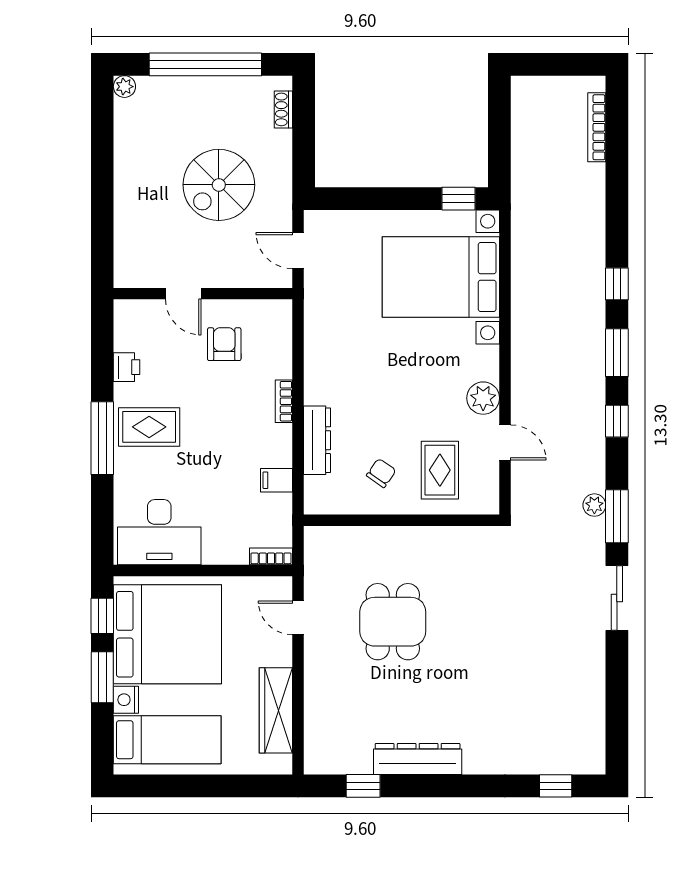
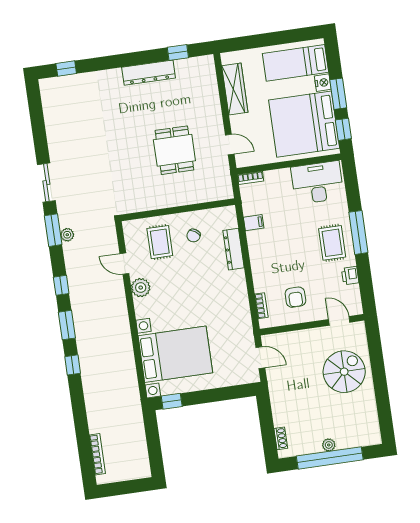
plant: (124, 87) -> (329, 445), moved
spiral stairs: (219, 185) -> (344, 372), moved
door: (183, 294) -> (339, 321), moved
bookcase: (284, 401) -> (261, 306), moved
rug: (149, 427) -> (332, 243), turned 90

